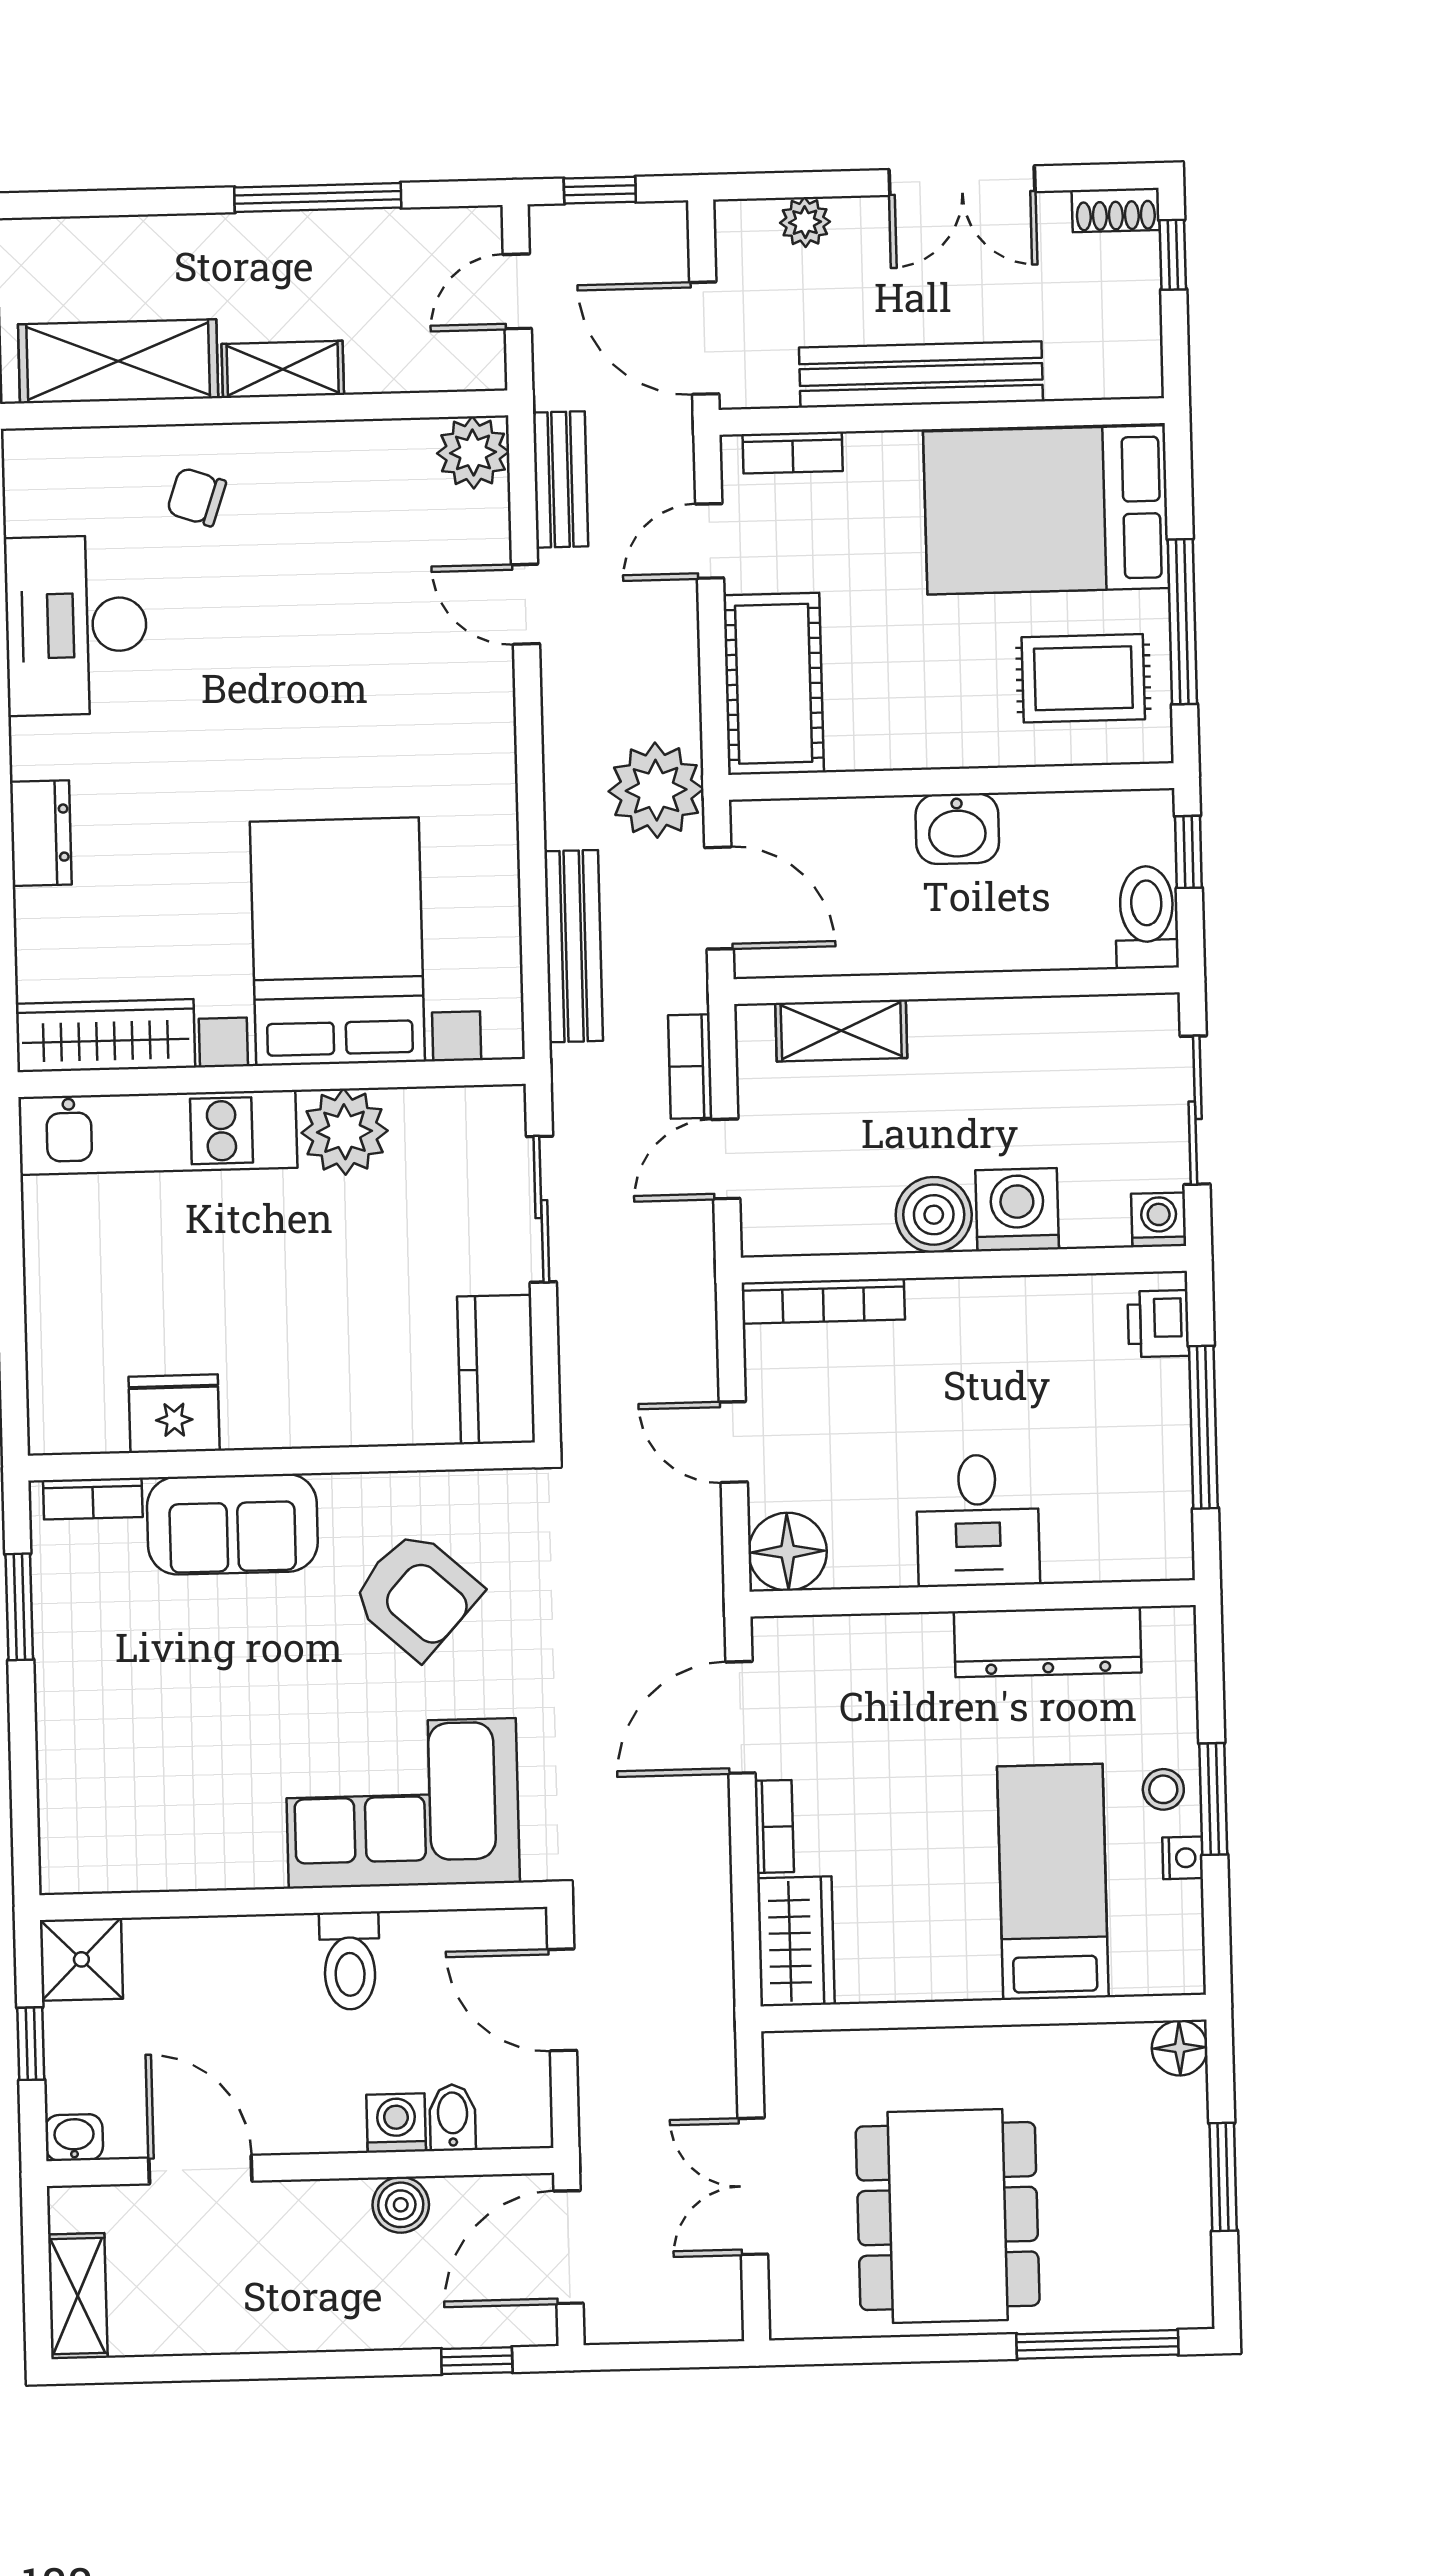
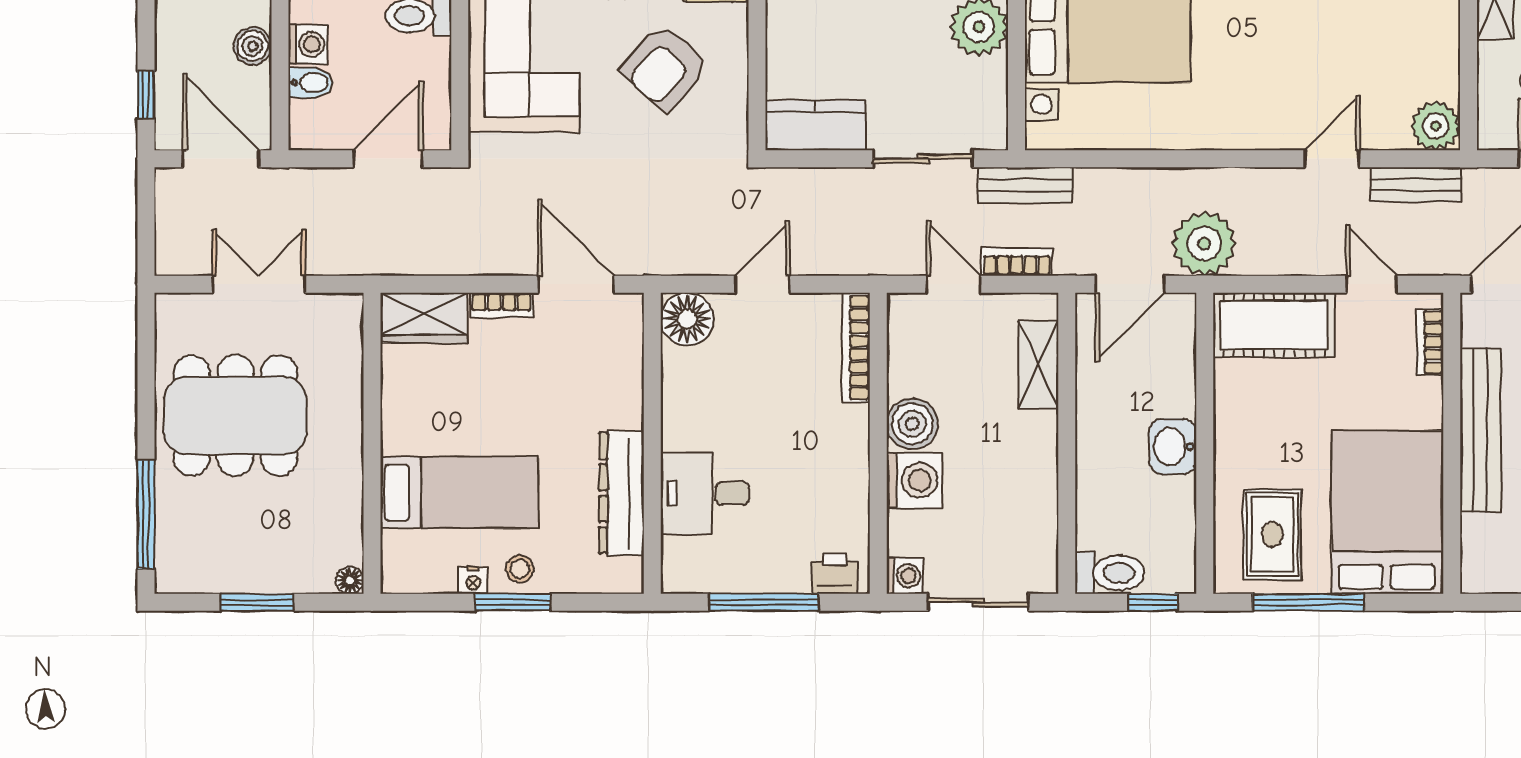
bench: (574, 946) -> (1025, 185), moved, width x0.73
desk: (978, 1520) -> (705, 494), moved
floor lamp: (1180, 2048) -> (350, 580), width x0.73, depth x0.73

